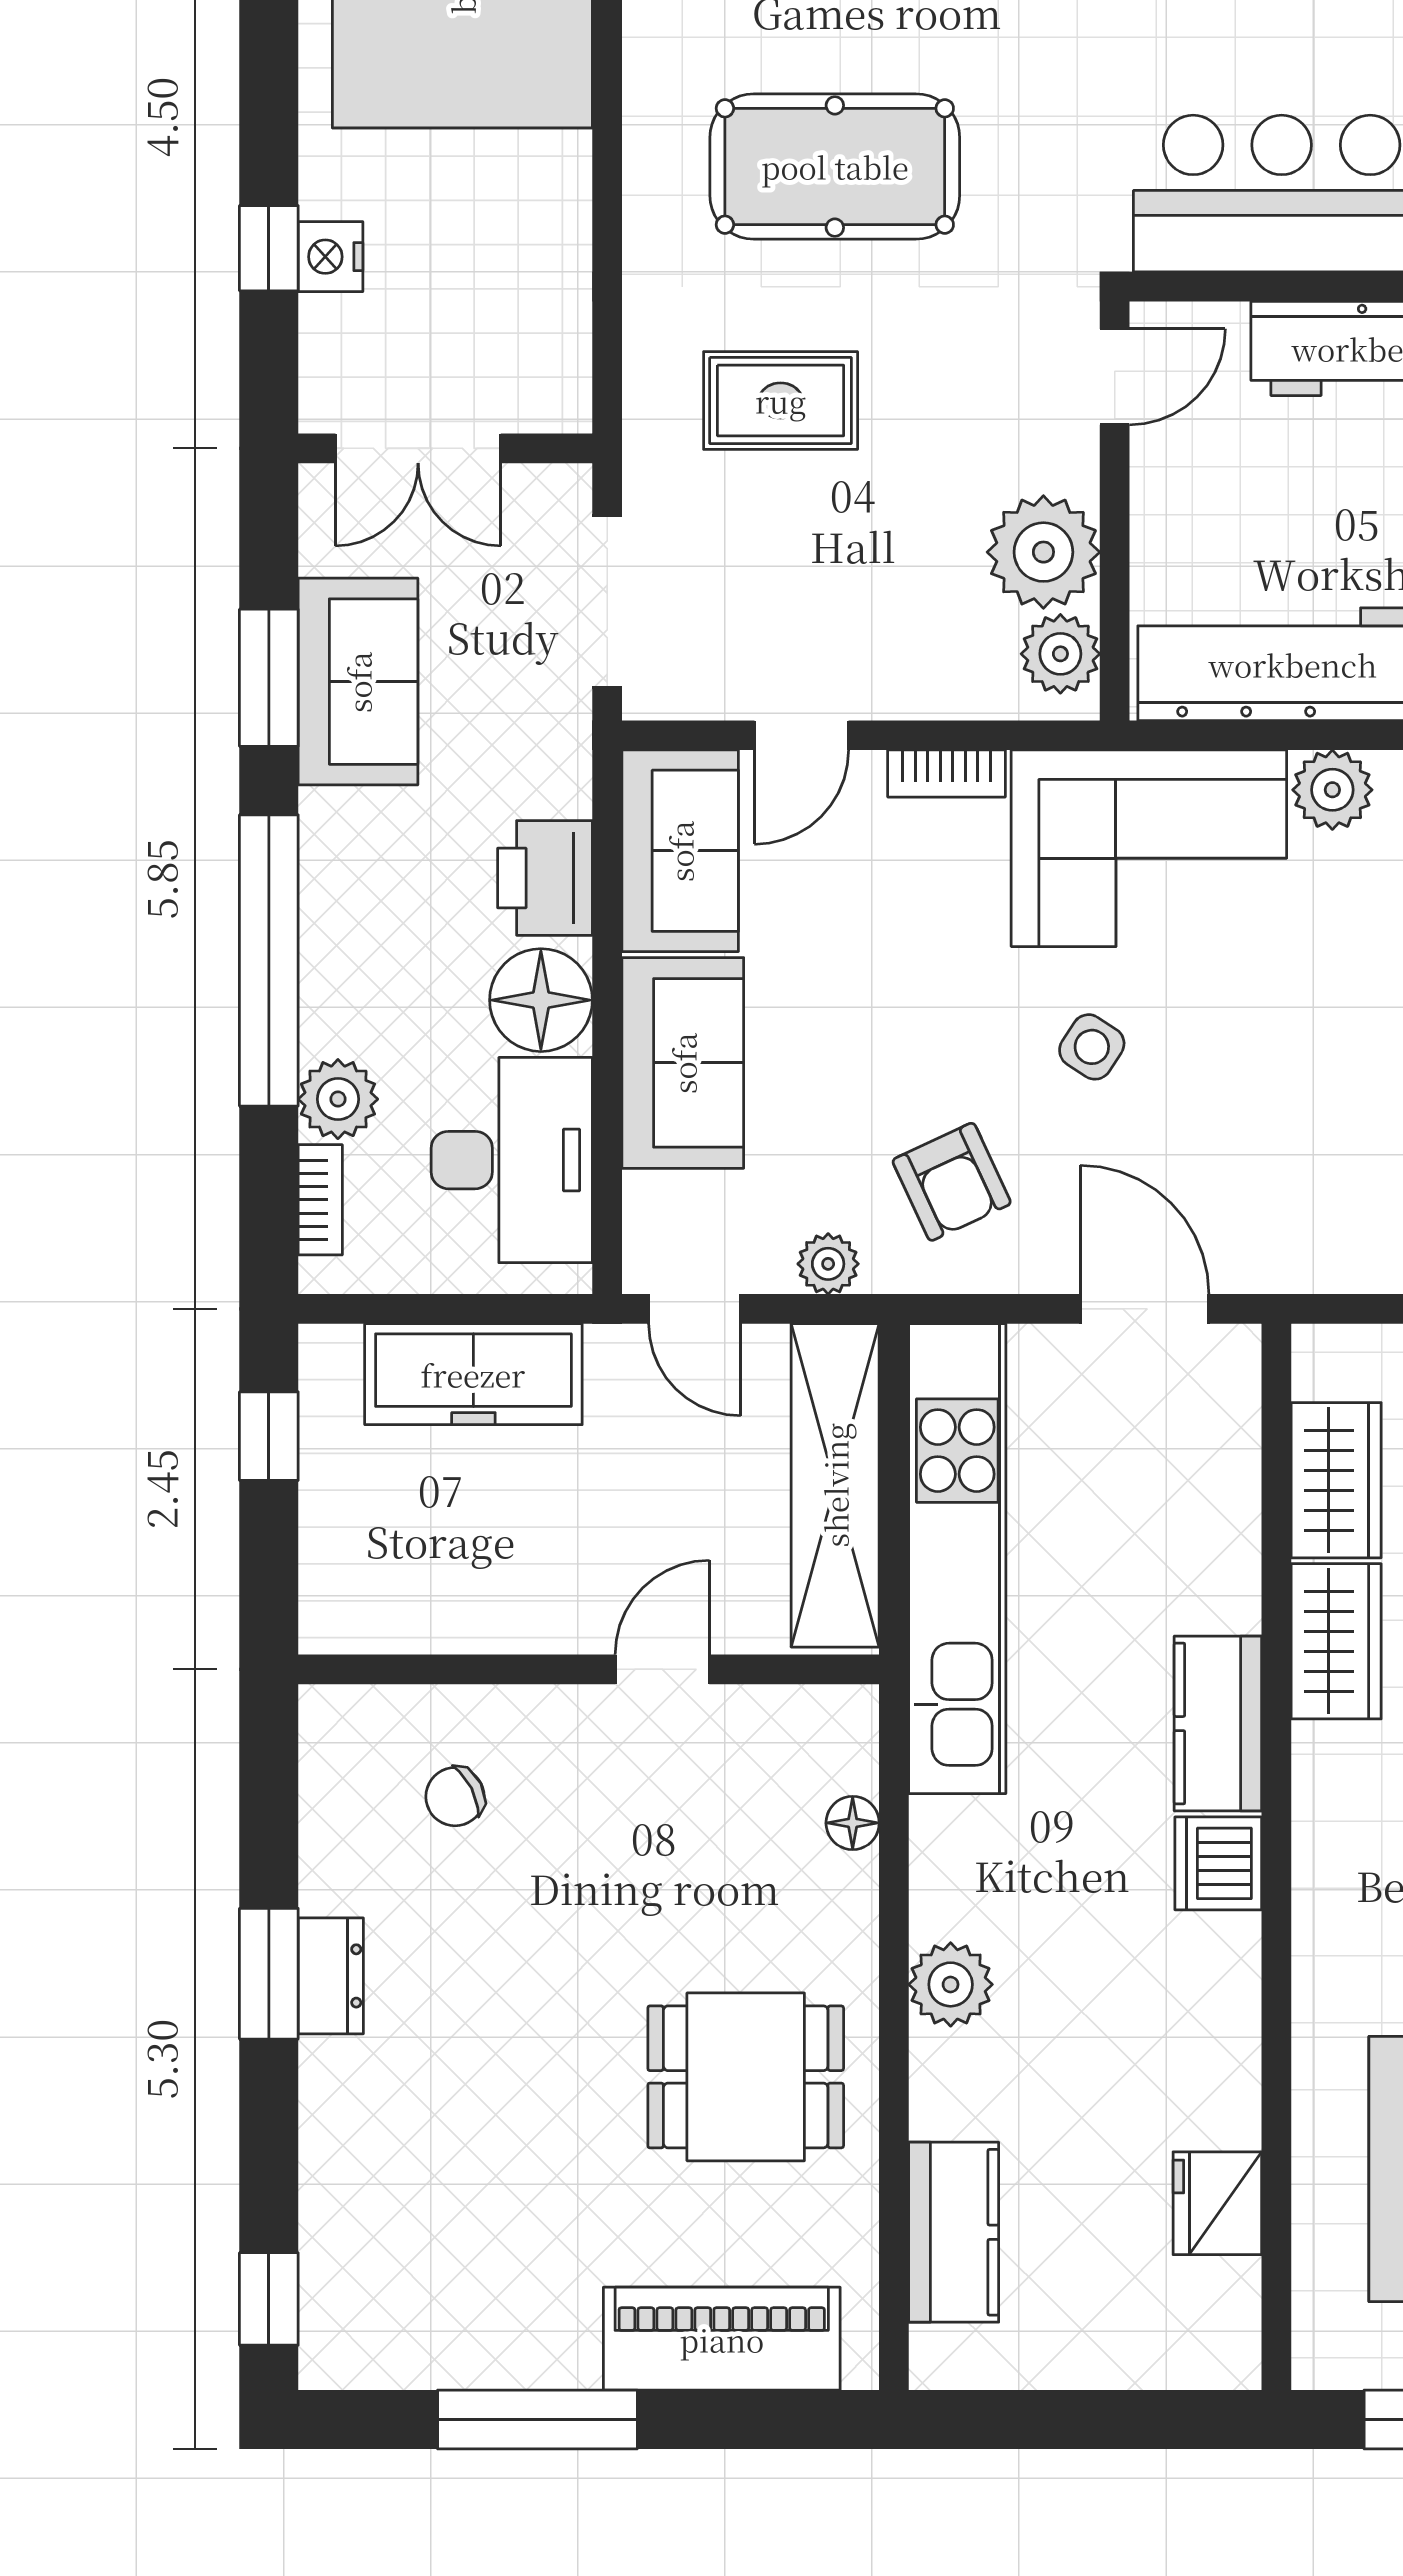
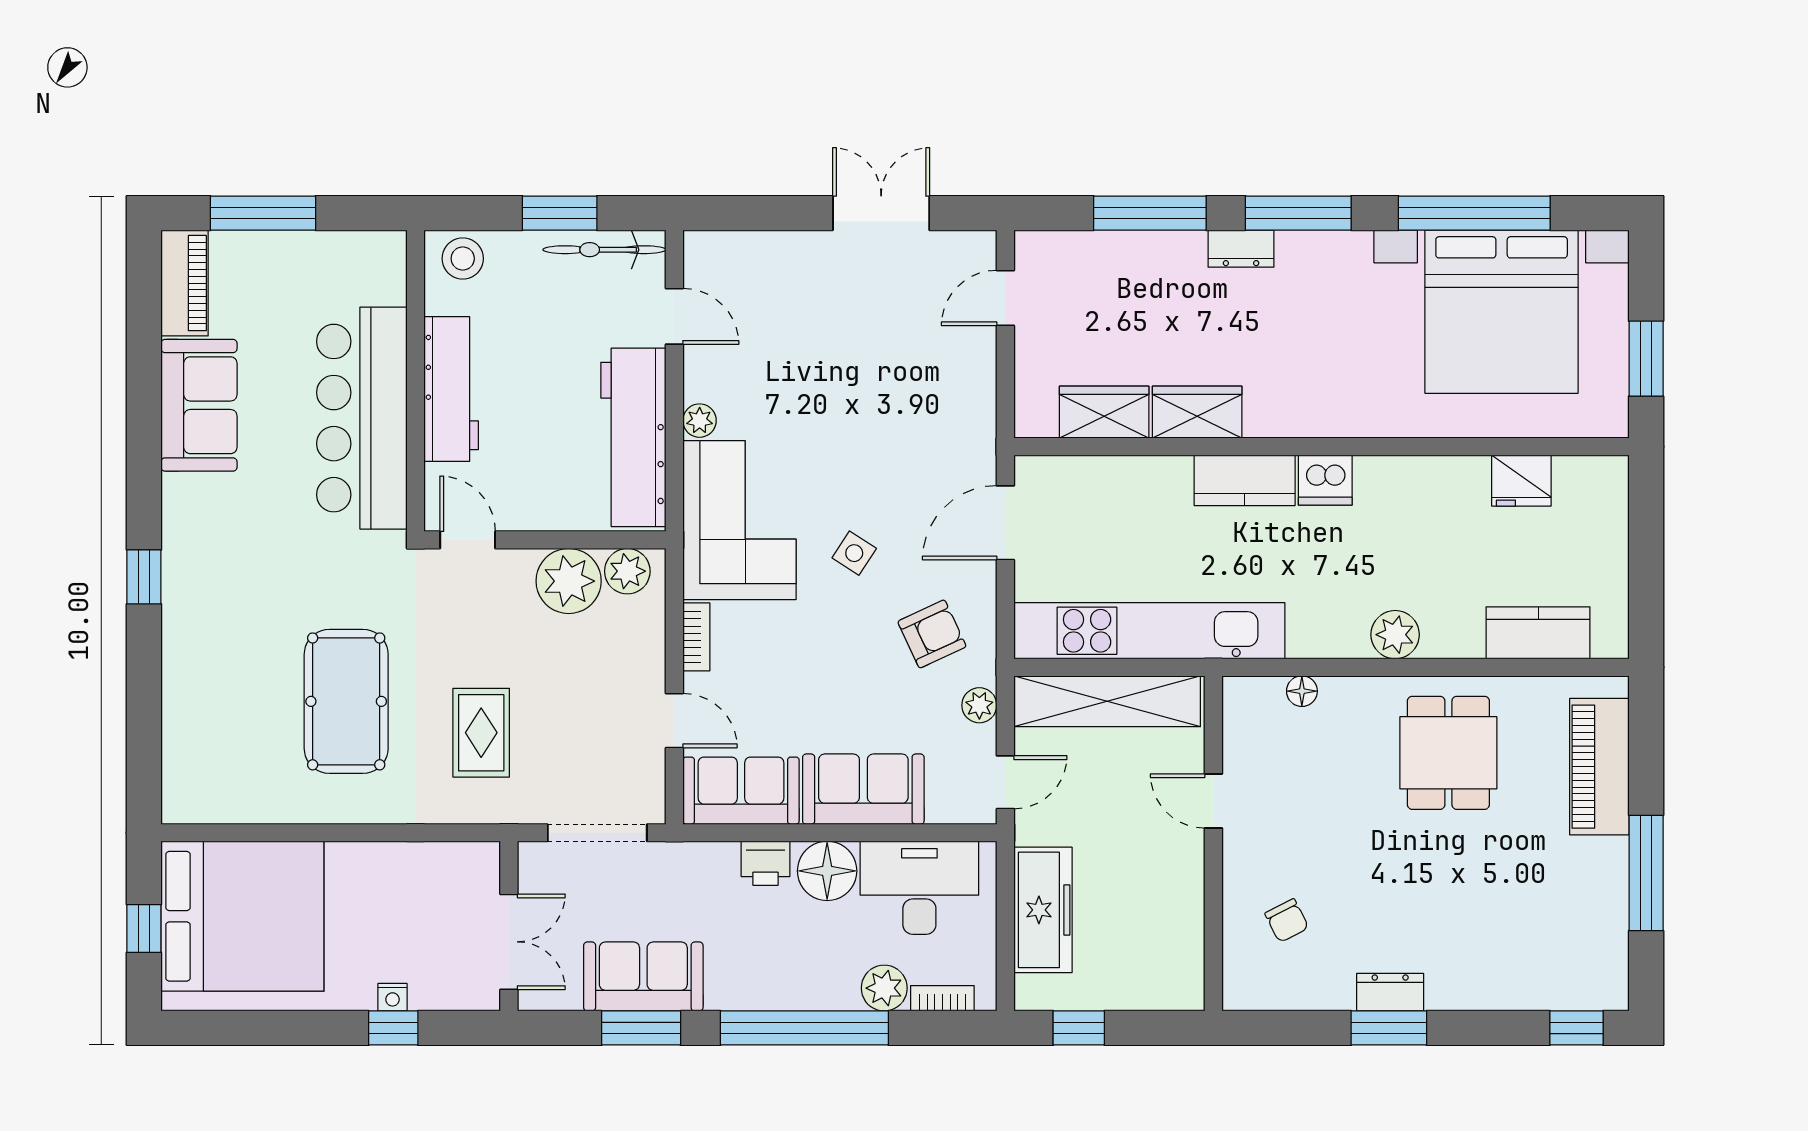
nightstand: (331, 257) -> (393, 997), width x0.72, depth x0.74
plant: (1332, 790) -> (700, 421), width x0.73, depth x0.73
printer: (545, 878) -> (766, 863), width x0.73, depth x0.81

